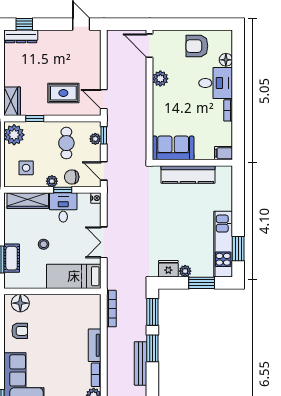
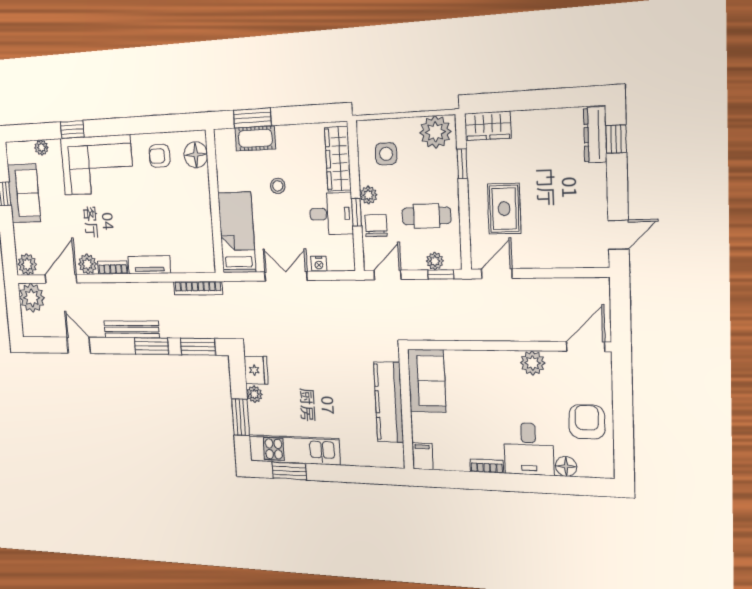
nightstand: (96, 198) -> (319, 264), moved
armchair: (20, 331) -> (159, 156), turned 90

